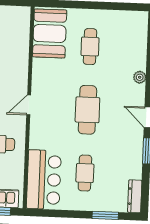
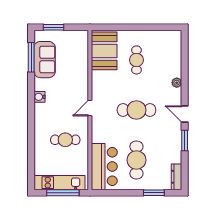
cafe table: (87, 110) -> (136, 110), turned 90
cafe table: (85, 173) -> (136, 160), width x1.37, depth x1.35

